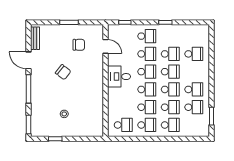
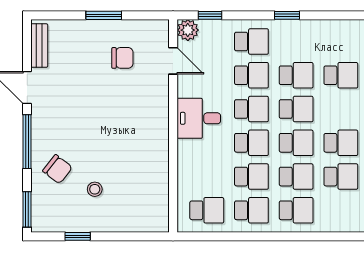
plant: (113, 30) -> (188, 30), added
chair: (63, 72) -> (57, 169), moved

